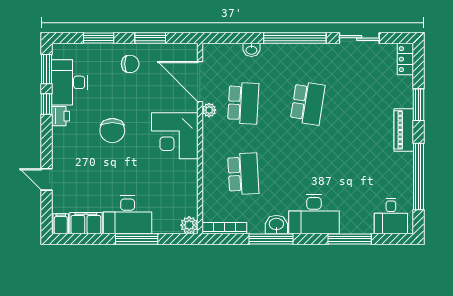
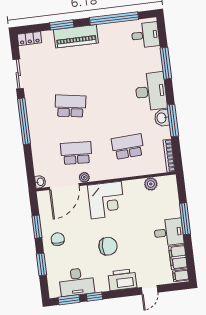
washbasin: (251, 50) -> (40, 182), moved
printer: (60, 116) -> (122, 280), moved, width x1.87, depth x1.48
piano: (404, 130) -> (76, 36), width x1.37, depth x1.33
desk: (128, 215) -> (169, 232), width x0.73
plant: (189, 225) -> (151, 184), moved

